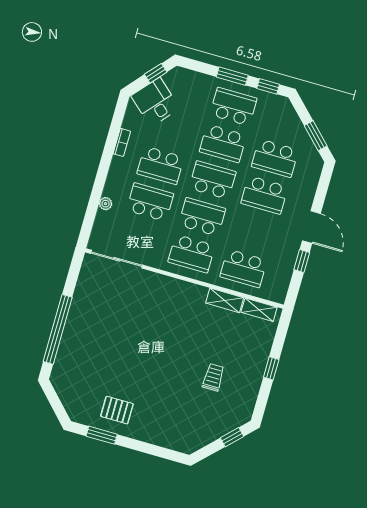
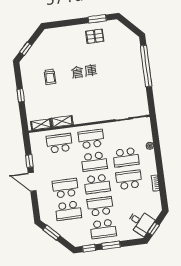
desk: (155, 102) -> (140, 222), moved
school desk: (275, 158) -> (68, 211), turned 180

